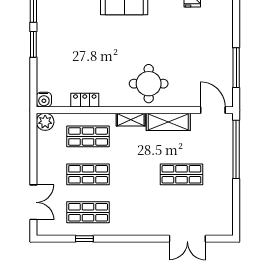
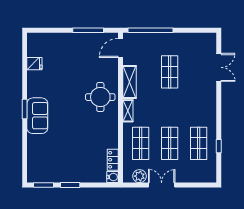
locker: (85, 100) -> (113, 160), moved
plant: (45, 122) -> (139, 176), moved
double door: (33, 202) -> (162, 185), moved

